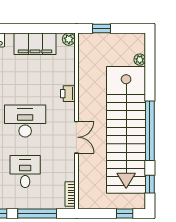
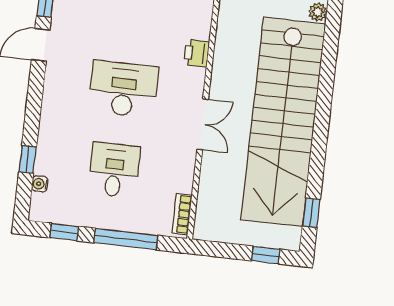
window: (150, 131) -> (321, 127), removed

